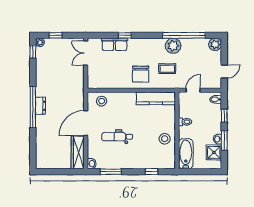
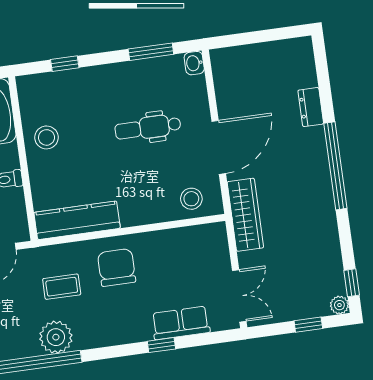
dresser: (40, 106) -> (311, 107), moved
dental chair: (117, 137) -> (148, 128), turned 180
wardrobe: (78, 152) -> (245, 215), moved

